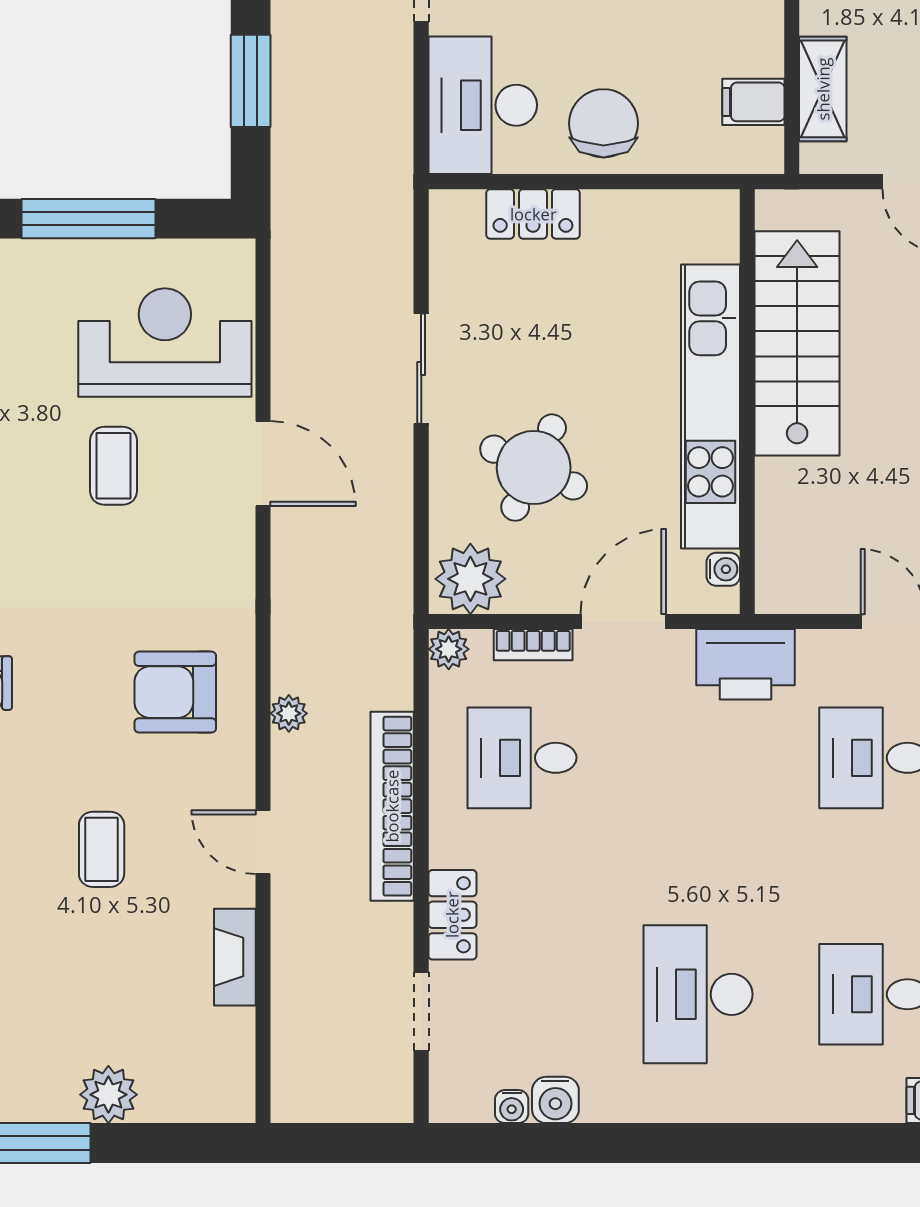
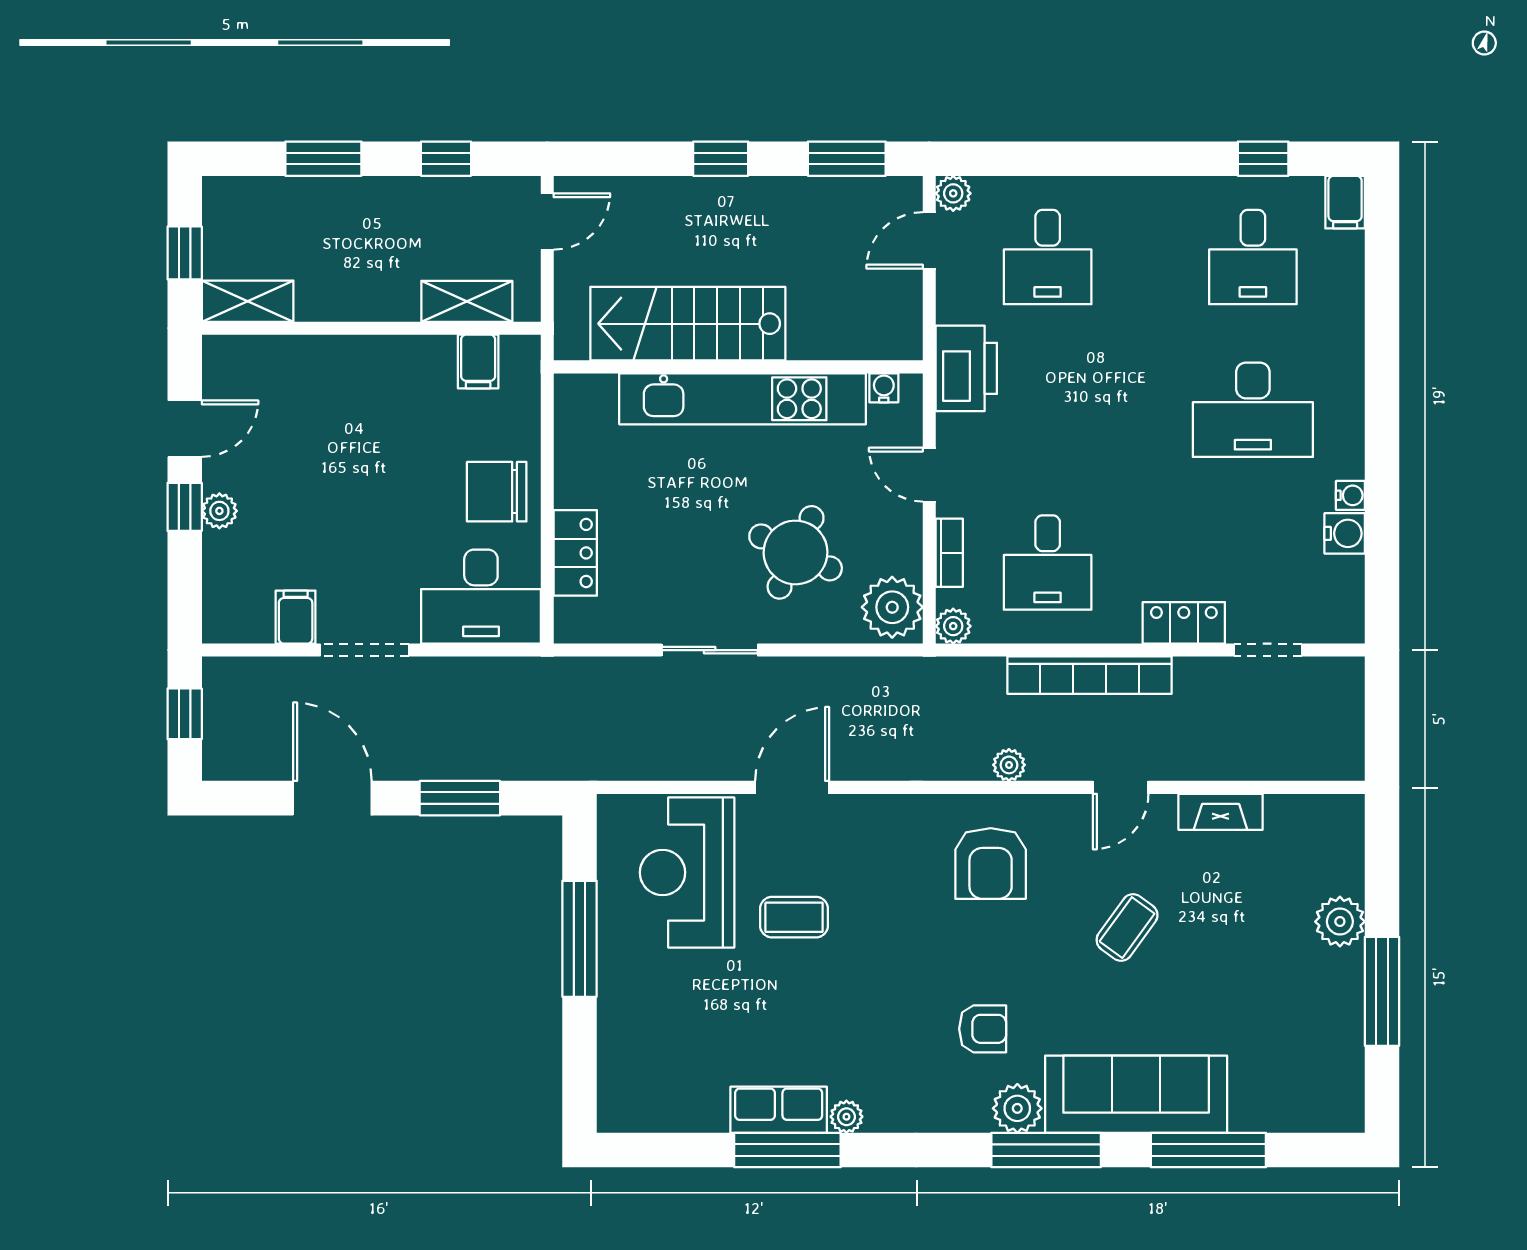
door: (623, 622) -> (929, 475), width x0.73
coffee table: (102, 849) -> (1127, 928), turned -54
water cooler: (512, 1107) -> (1350, 495), moved

